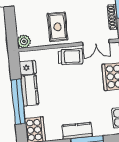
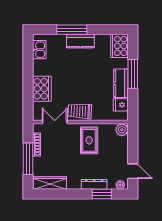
window: (18, 102) -> (133, 74), width x0.68

